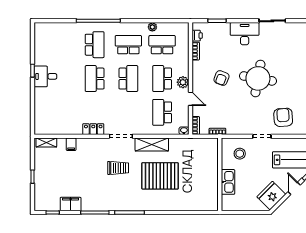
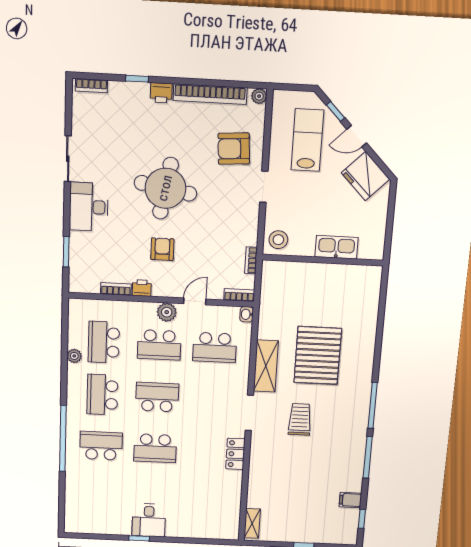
printer: (197, 36) -> (142, 288), moved
armchair: (221, 78) -> (162, 249), turned -111
filing cabinet: (71, 144) -> (257, 488), removed
stool: (240, 154) -> (278, 240), moved
filing cabinet: (71, 204) -> (350, 500), width x0.50

